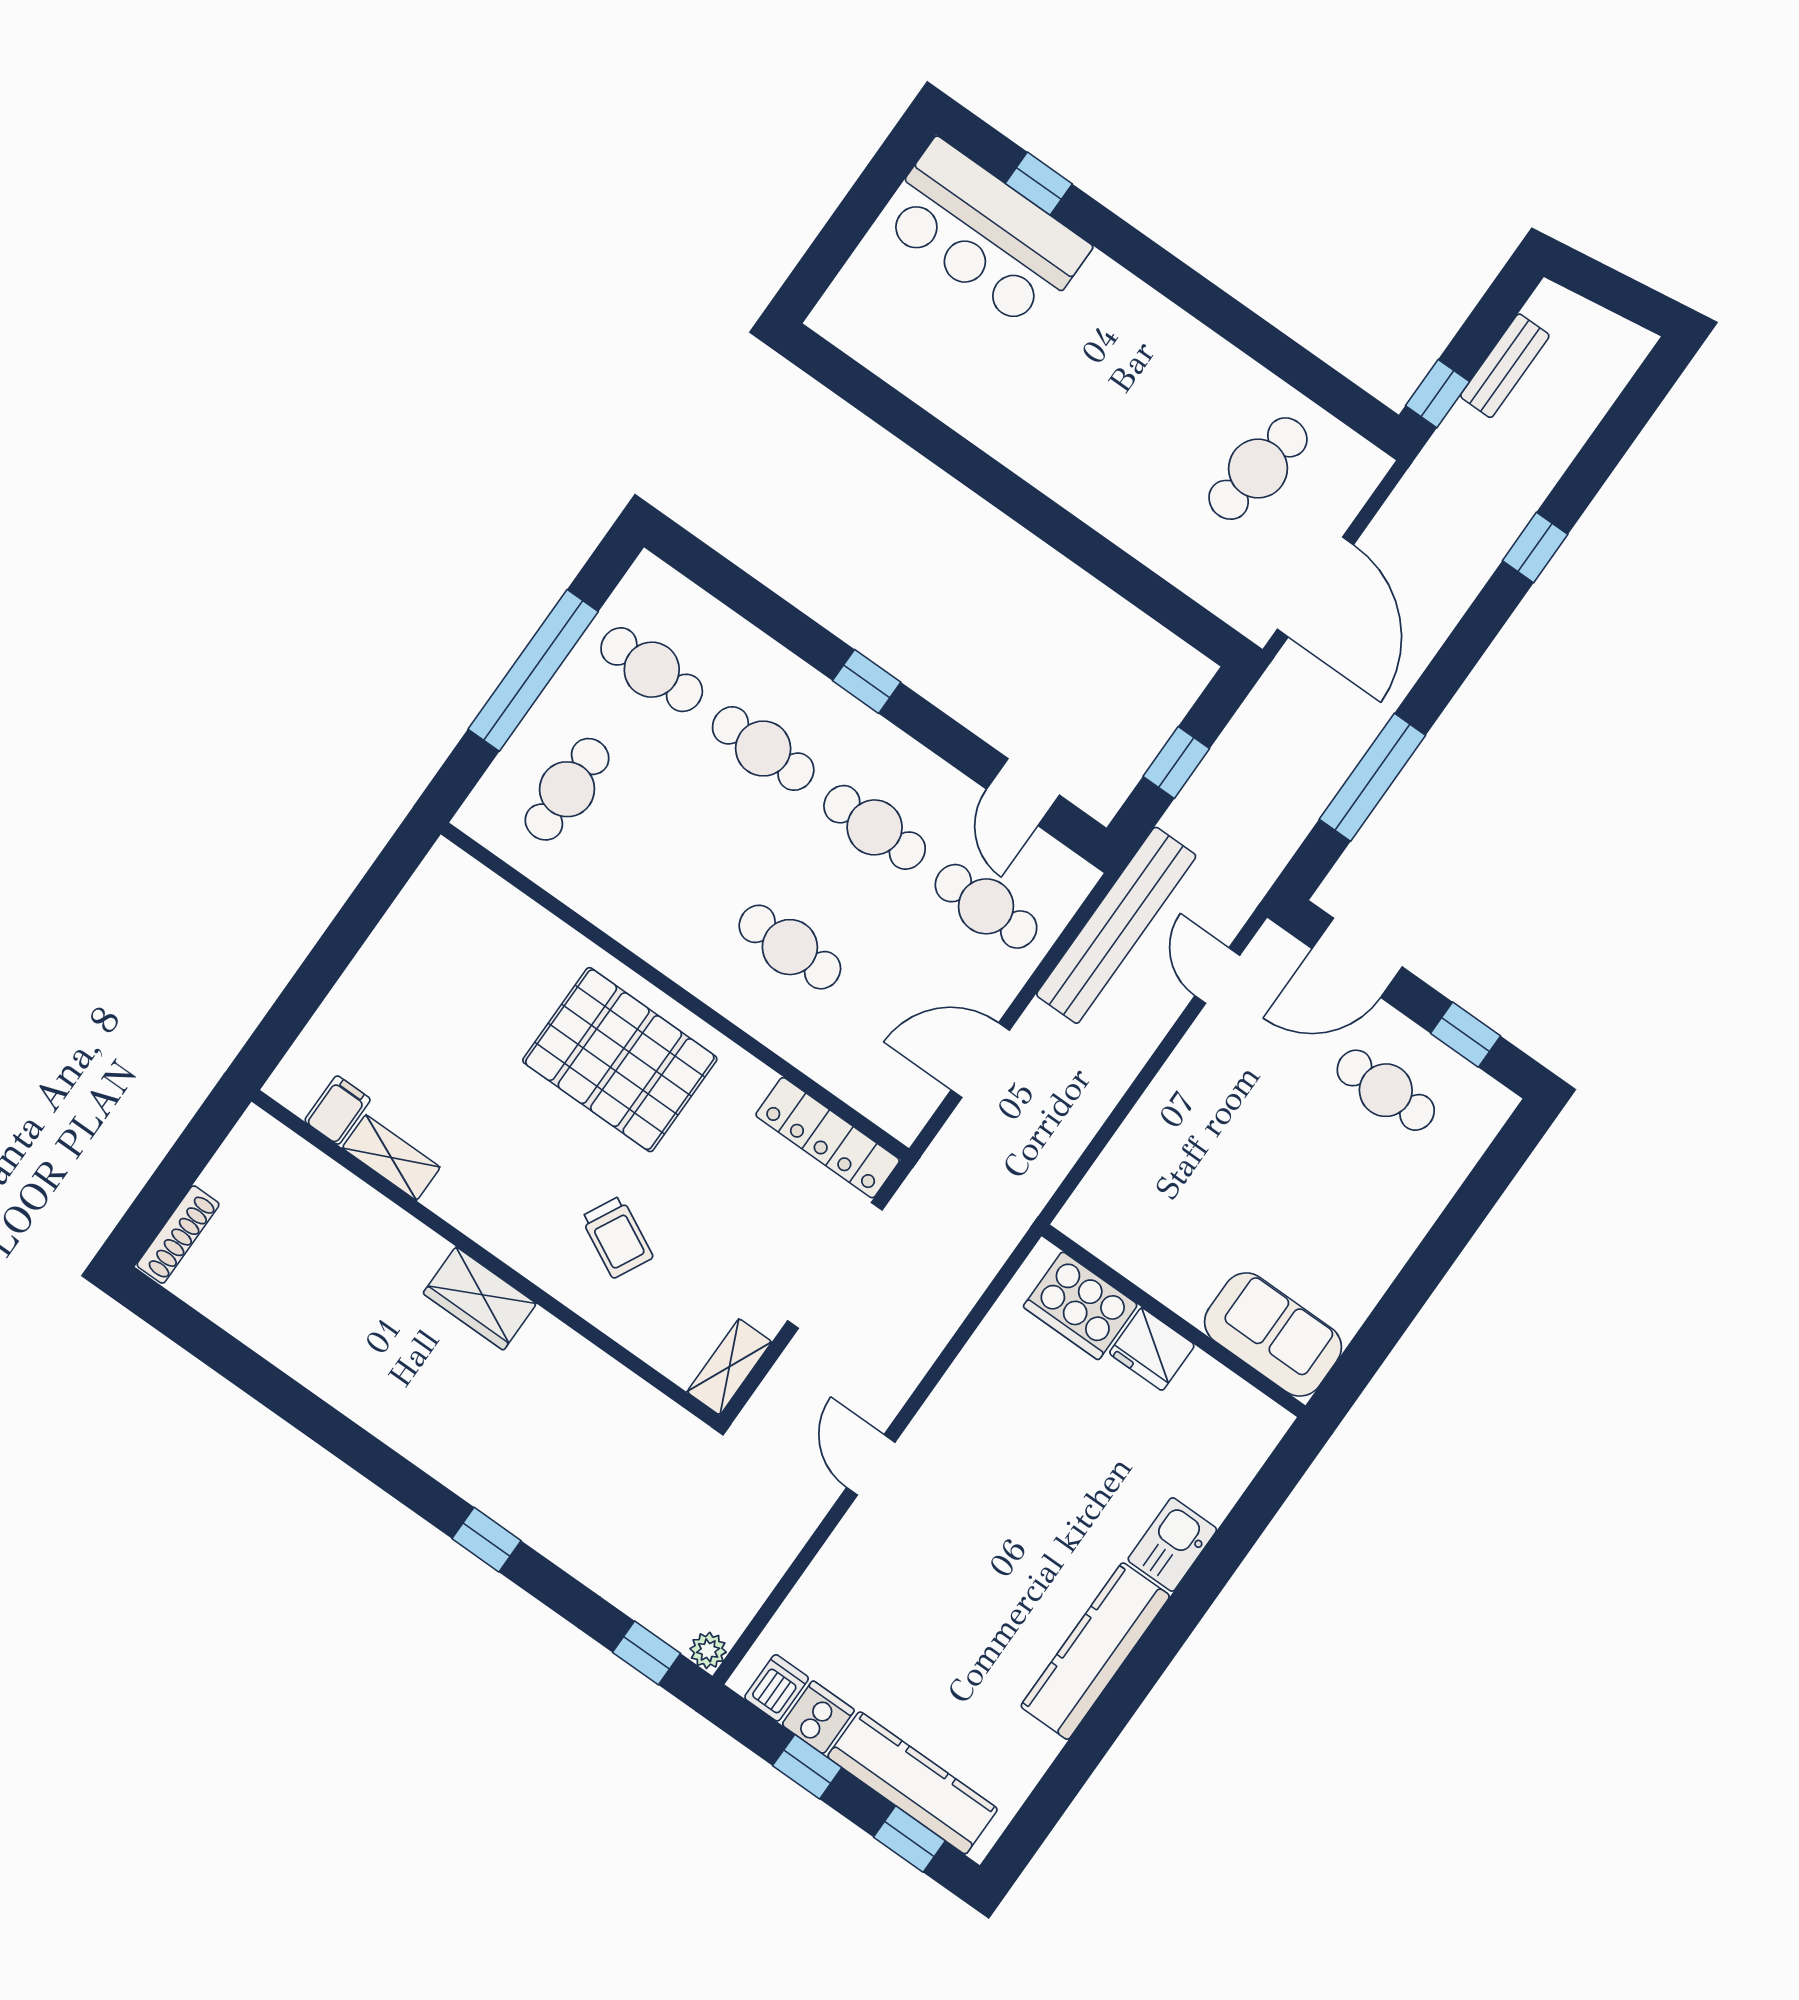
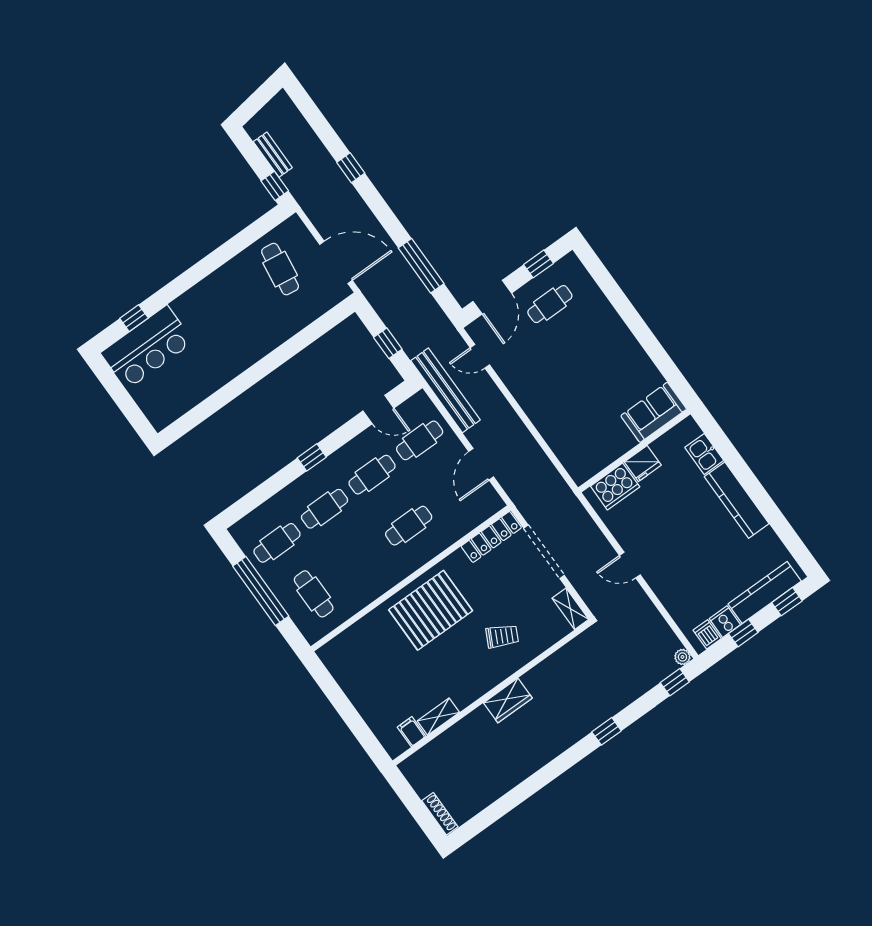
cooker: (1080, 1306) -> (615, 486), moved
wall: (1174, 1321) -> (634, 451), moved
sofa: (1273, 1334) -> (654, 412), moved
fridge: (1152, 1349) -> (643, 464), moved

